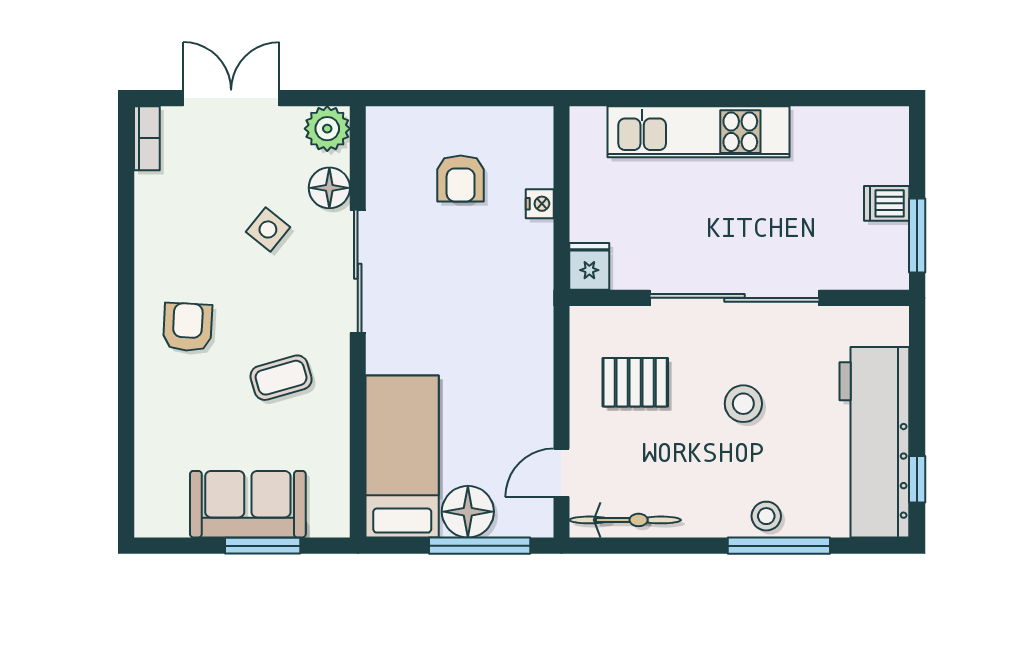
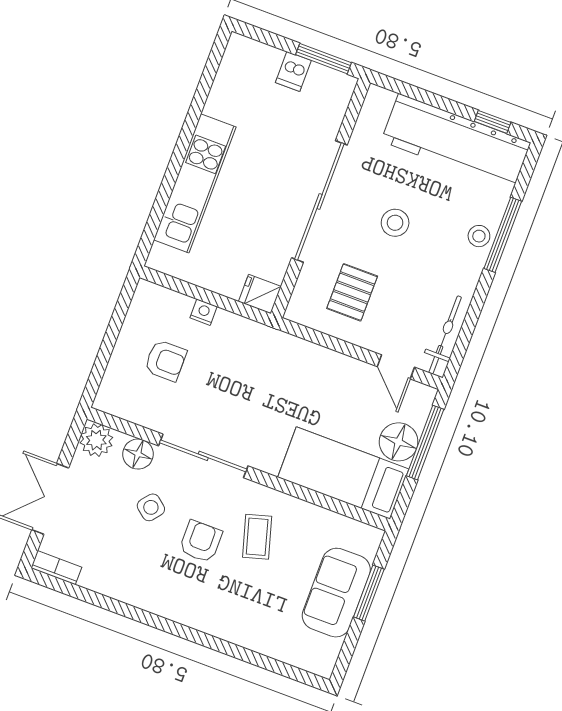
armchair: (188, 327) -> (201, 541), moved, turned 87

